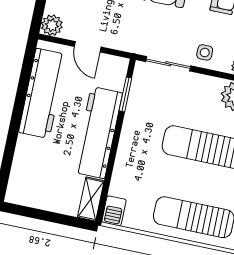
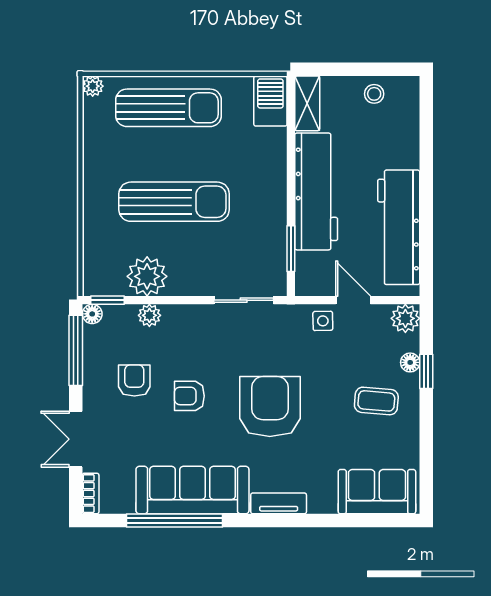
side table: (205, 52) -> (323, 321), moved
stool: (40, 196) -> (374, 94), added
barbecue: (114, 211) -> (270, 101), width x1.38, depth x1.27

